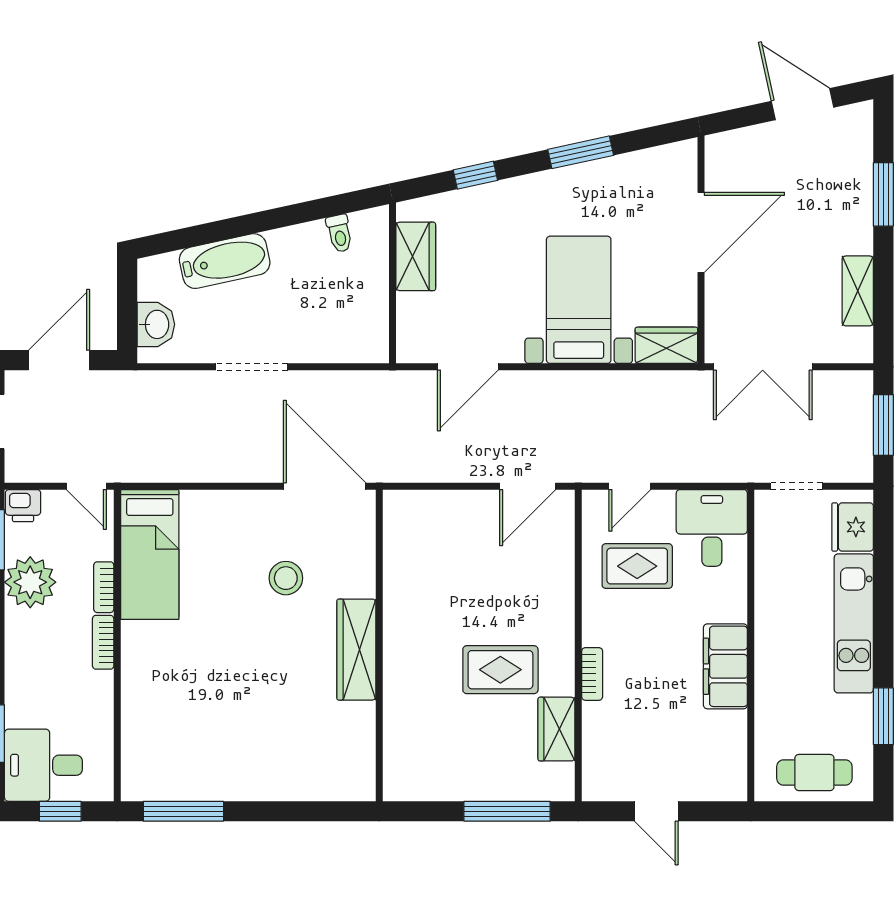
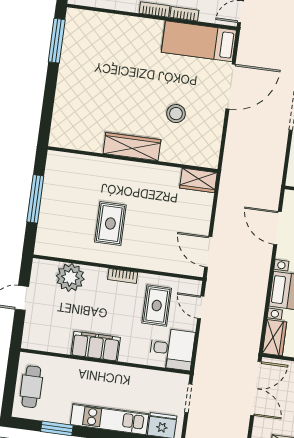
double door: (763, 367) -> (256, 388), swing flipped
door: (325, 486) -> (231, 87), moved
bookcase: (592, 674) -> (123, 276), moved
wardrobe: (556, 729) -> (198, 180), moved, turned 180
plant: (608, 729) -> (70, 277), added
window: (507, 811) -> (35, 199), moved

